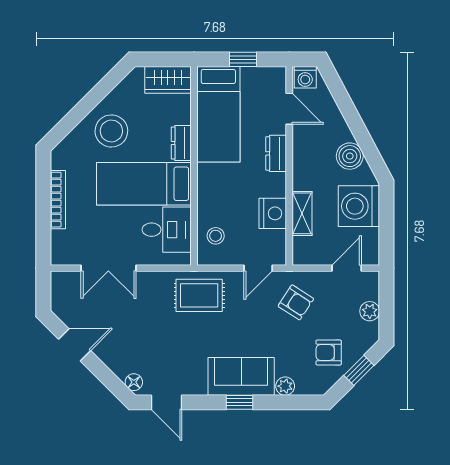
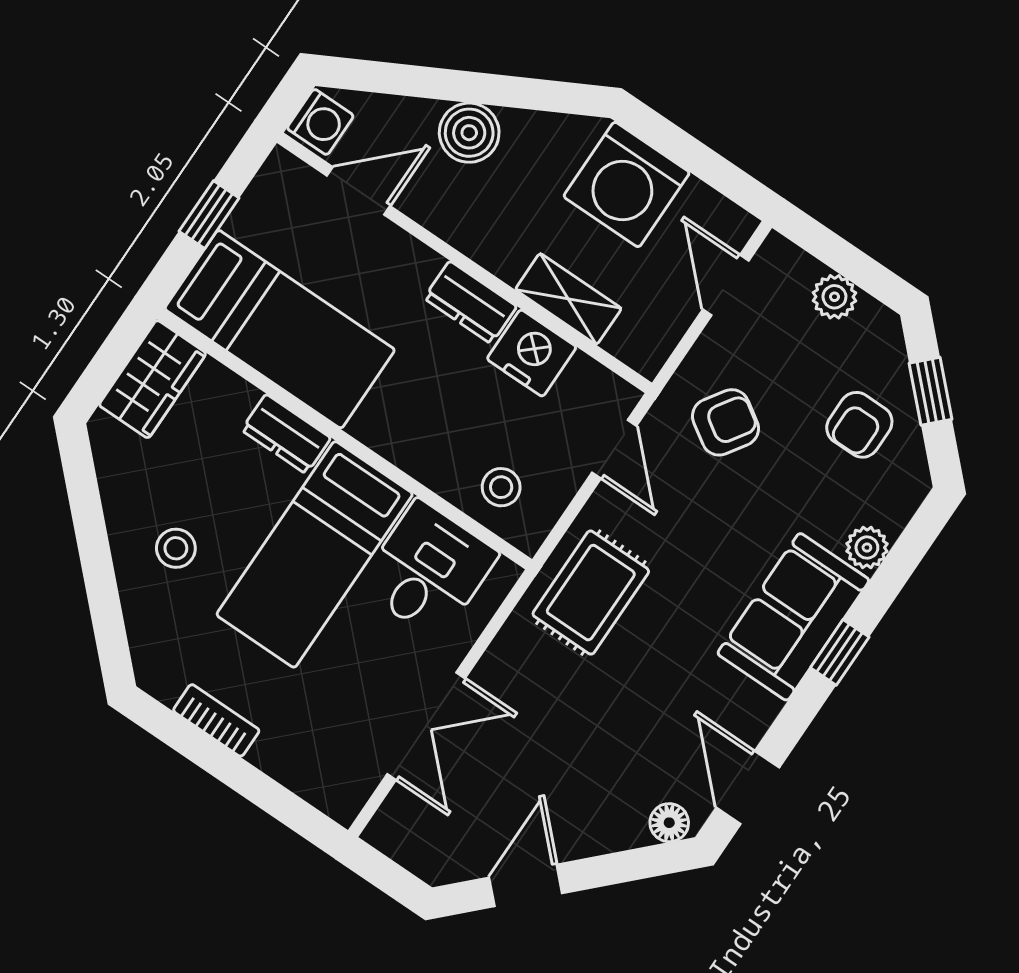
stool: (111, 131) -> (176, 548), width x0.53, depth x0.53
dresser: (276, 153) -> (470, 302), moved
boiler: (350, 156) -> (469, 133), moved
bookcase: (58, 200) -> (216, 720), width x0.64
door: (167, 402) -> (748, 788), swing flipped

